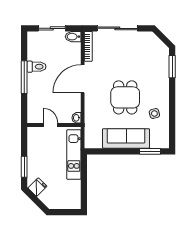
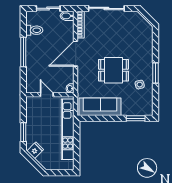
toilet: (37, 67) -> (34, 30), moved
window: (172, 67) -> (156, 73), moved
dining table: (125, 97) -> (114, 70), turned 90
sofa: (126, 138) -> (100, 107), moved
kitchen unit: (74, 155) -> (68, 129), width x1.36

